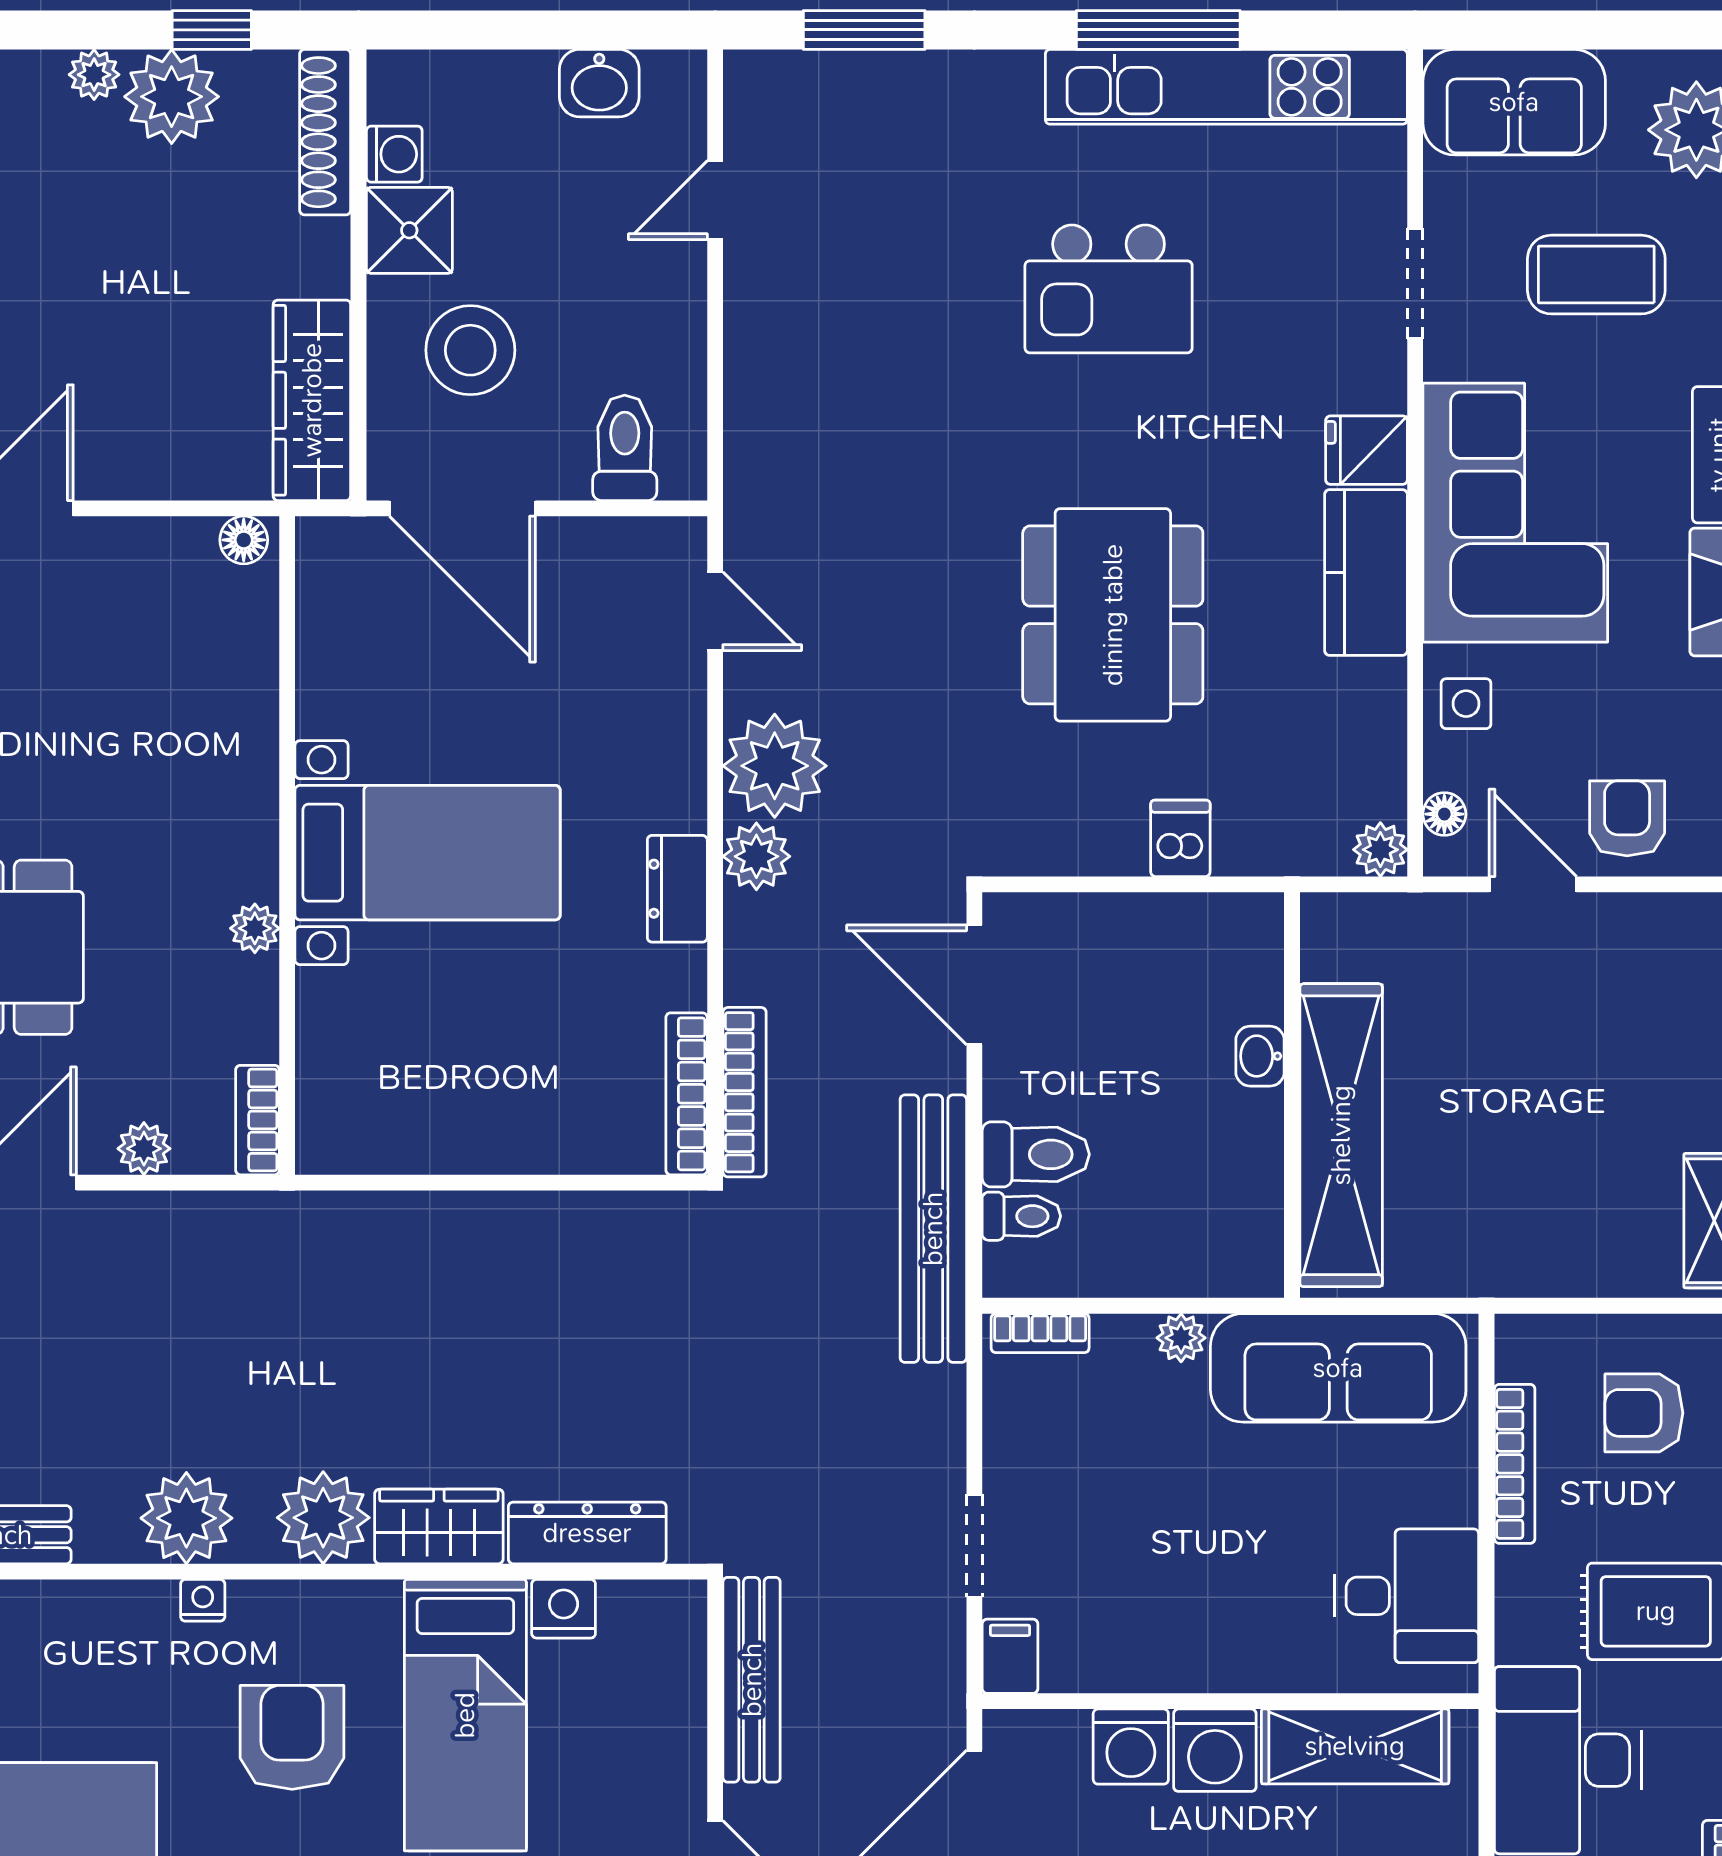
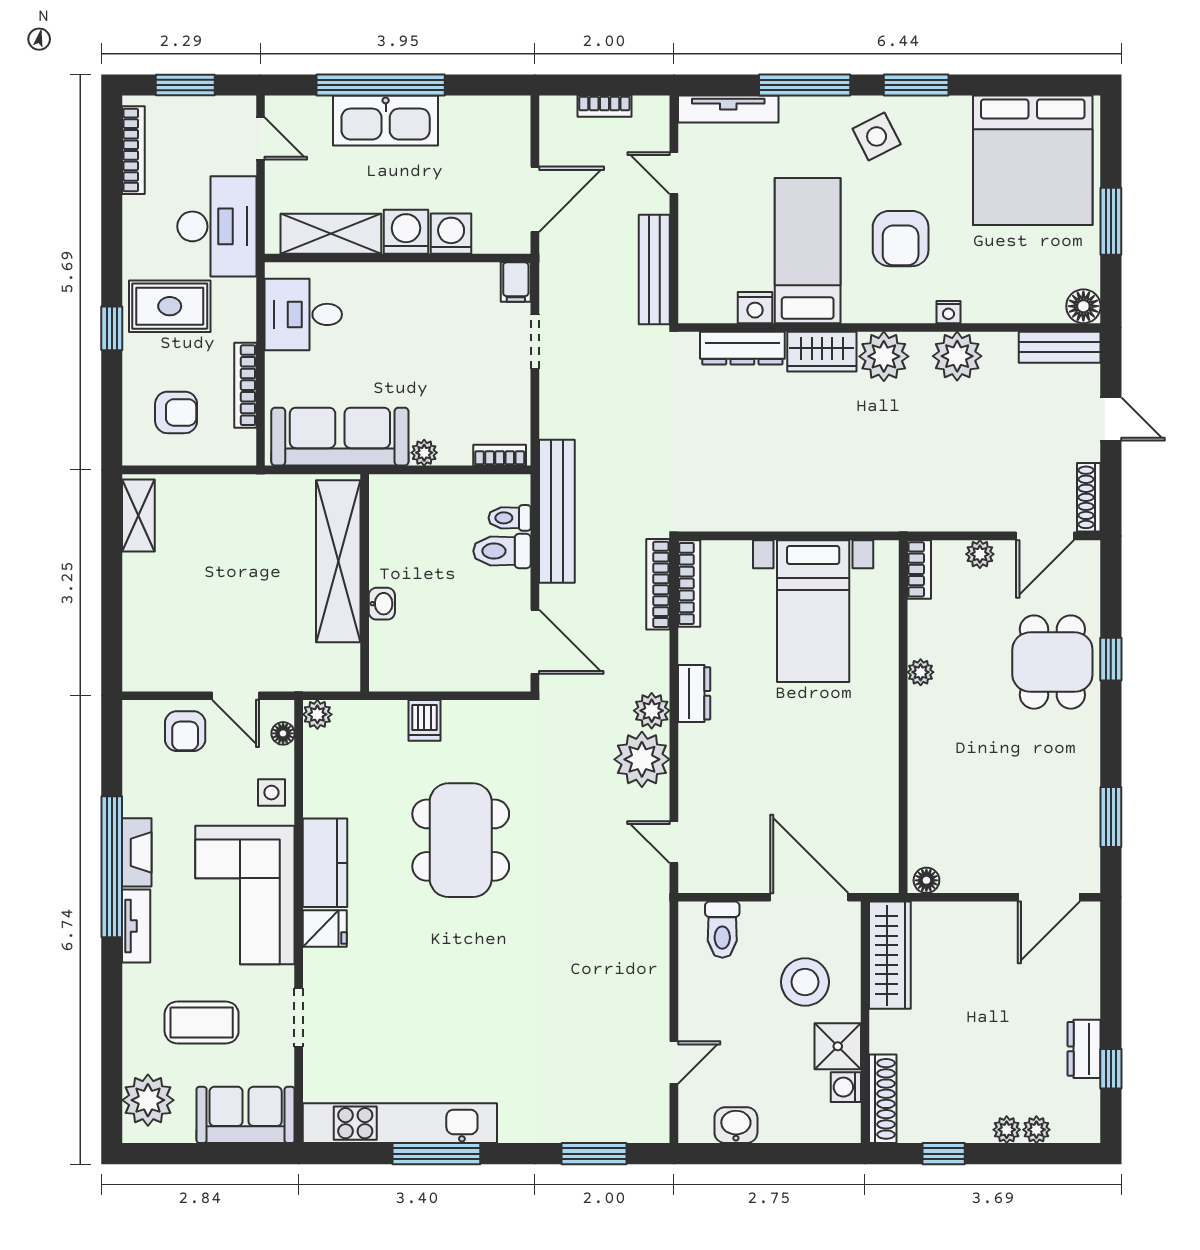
plant: (172, 97) -> (1036, 1130), moved, width x0.53, depth x0.53
kitchen island: (1109, 289) -> (463, 1015), removed
bed with nightstands: (428, 853) -> (813, 611), moved, turned -90

